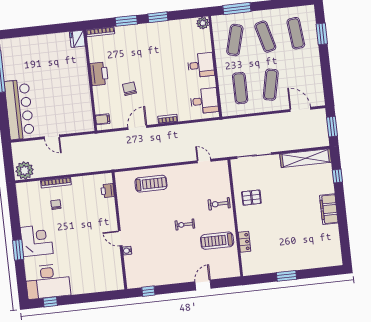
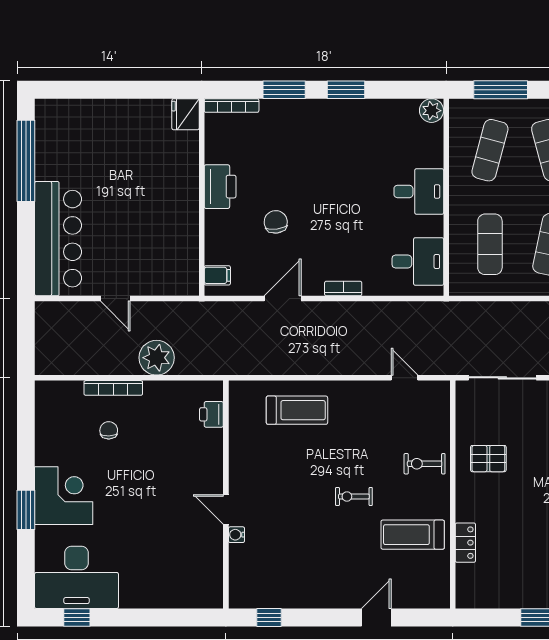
plant: (25, 170) -> (157, 358), moved

